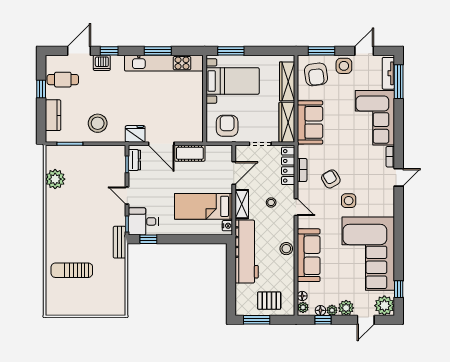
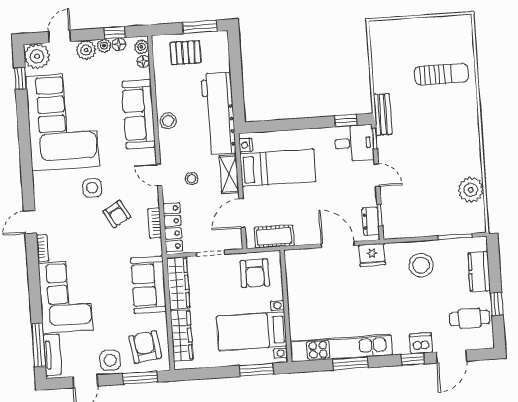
cot: (190, 153) -> (274, 237), moved

